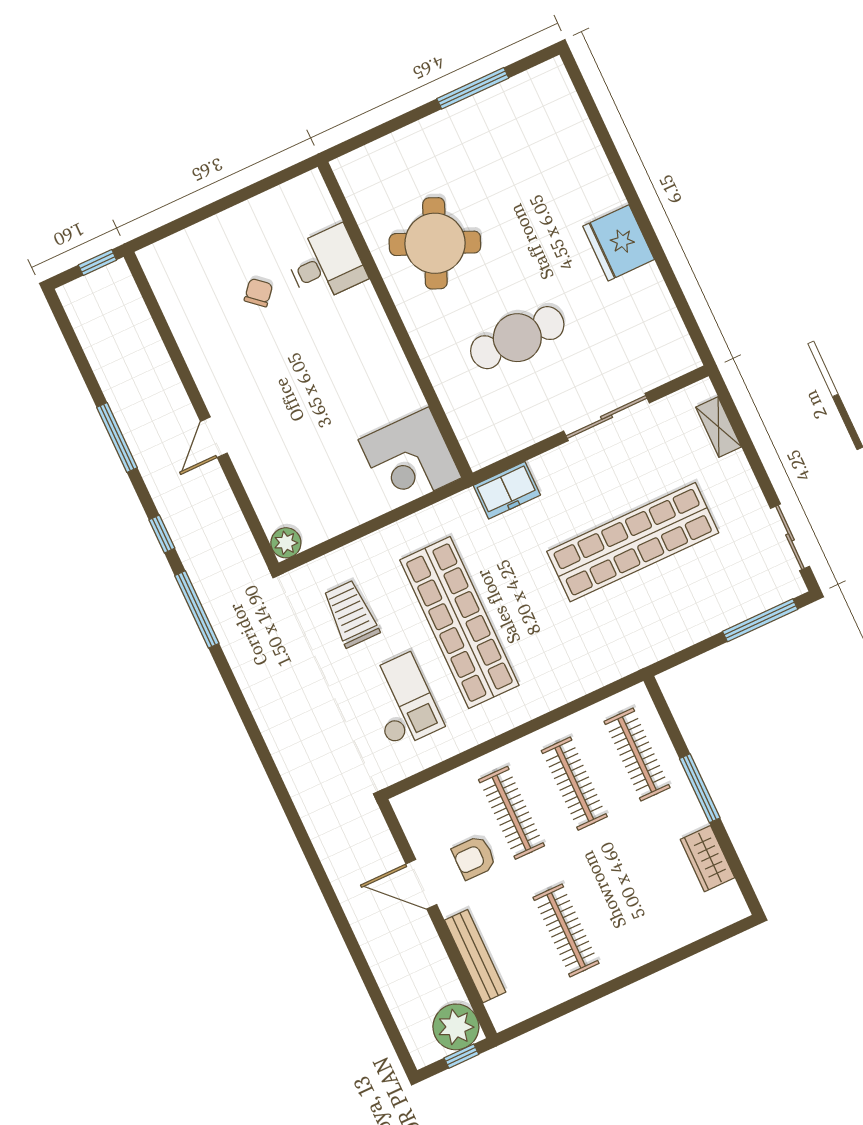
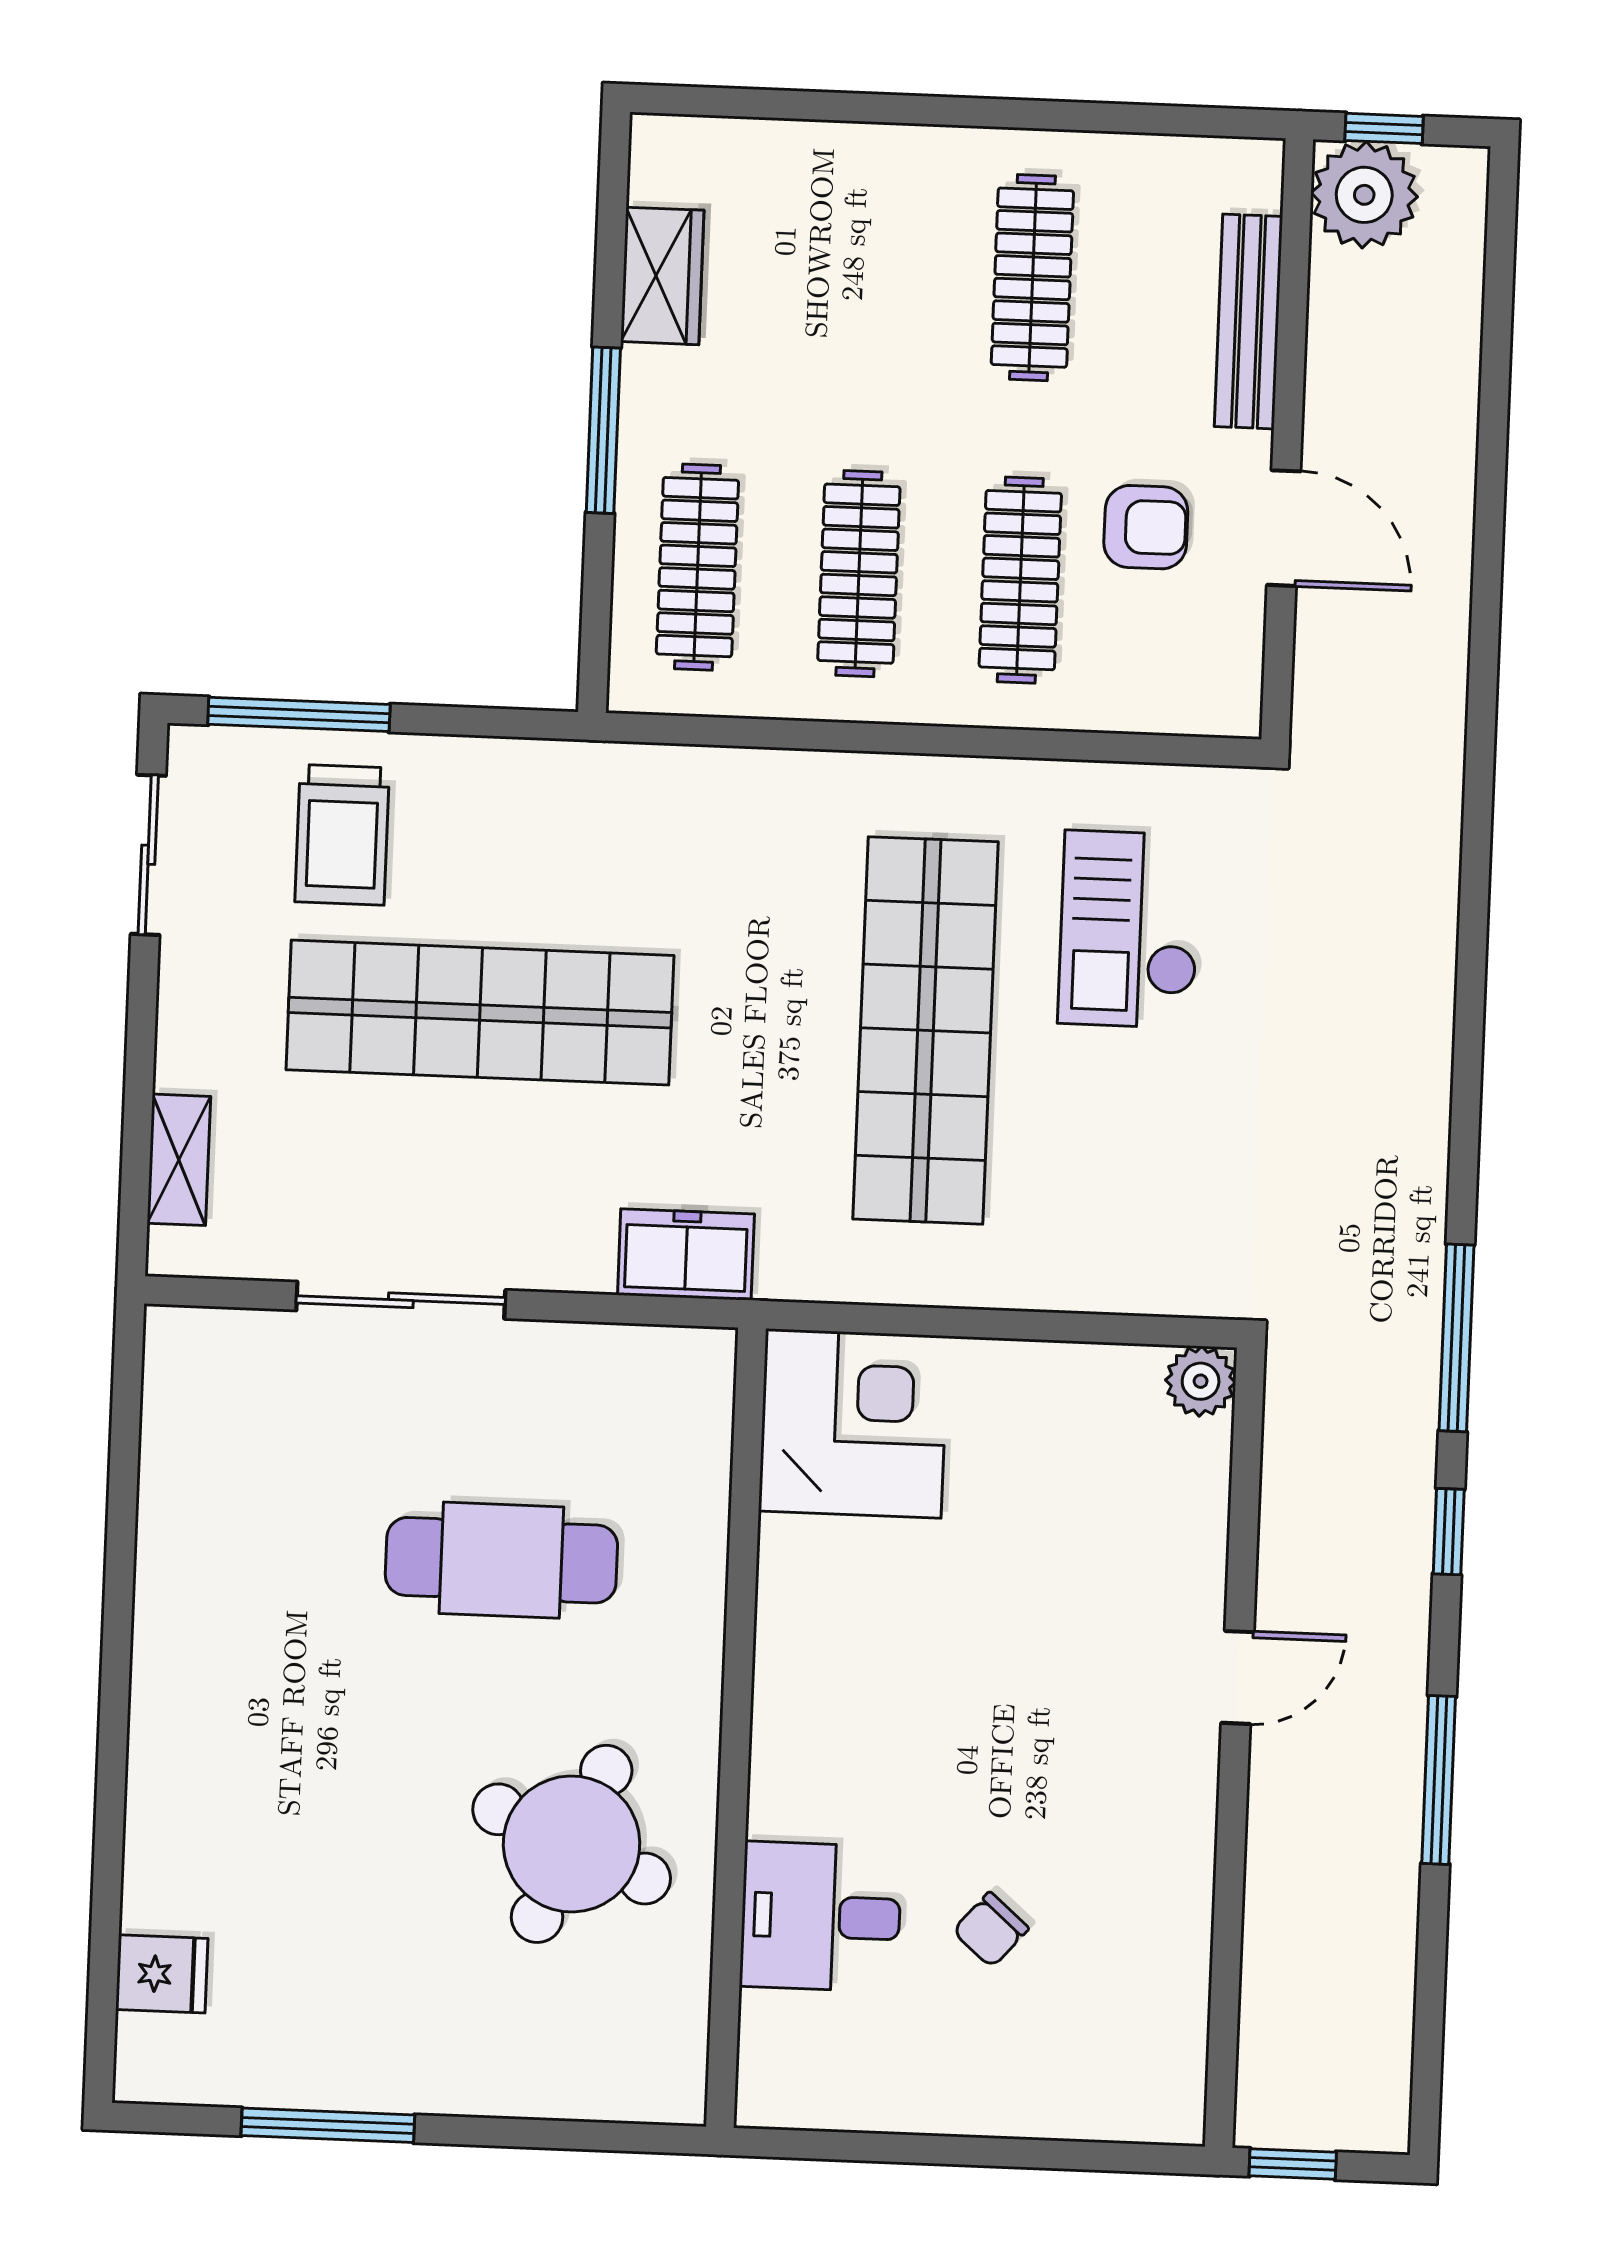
fridge: (619, 243) -> (162, 1974), moved, width x0.53, depth x0.75
trolley: (351, 614) -> (342, 835), moved

